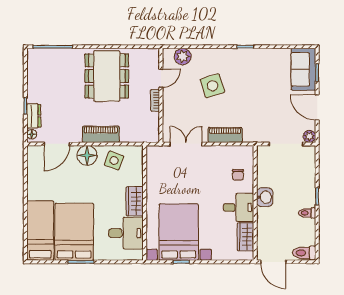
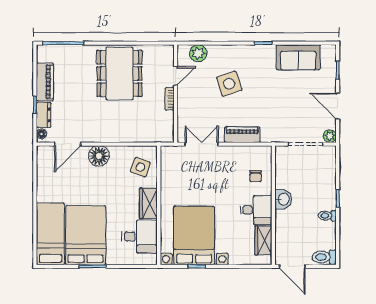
sofa: (303, 69) -> (298, 57), moved, turned -90
piano: (101, 134) -> (45, 82), moved, turned 90
side table: (114, 161) -> (140, 167), moved

